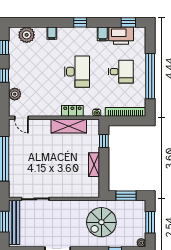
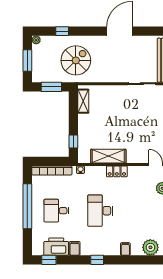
locker: (72, 111) -> (117, 171), moved
shelving: (94, 165) -> (83, 101), moved

